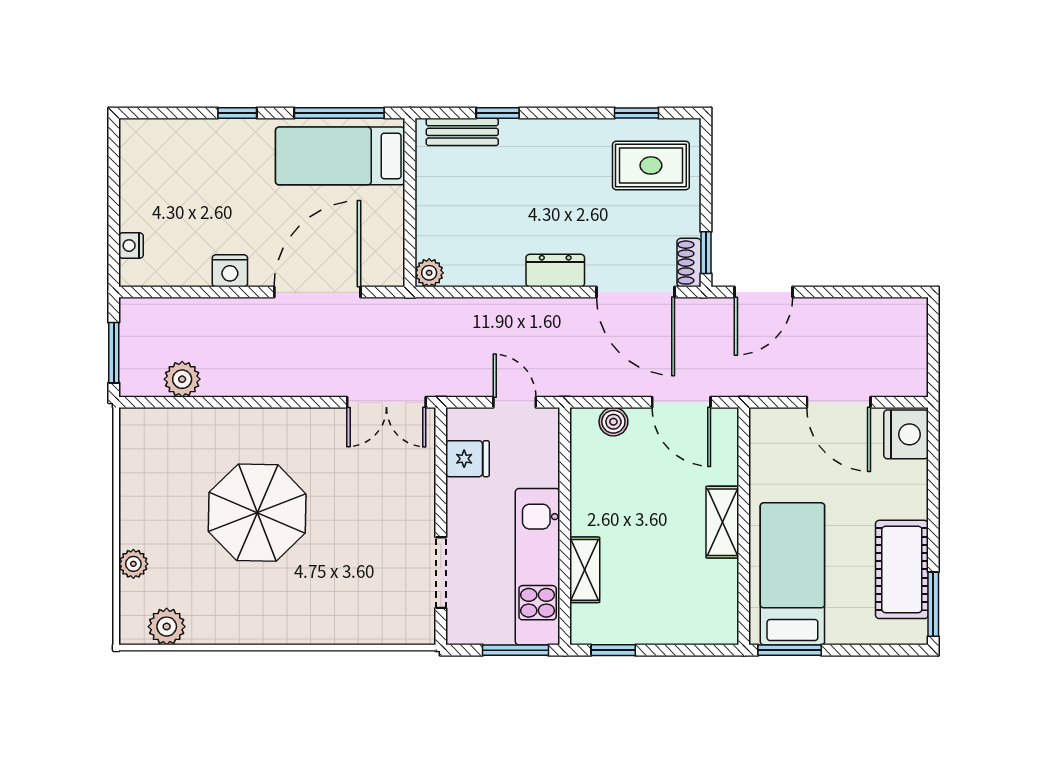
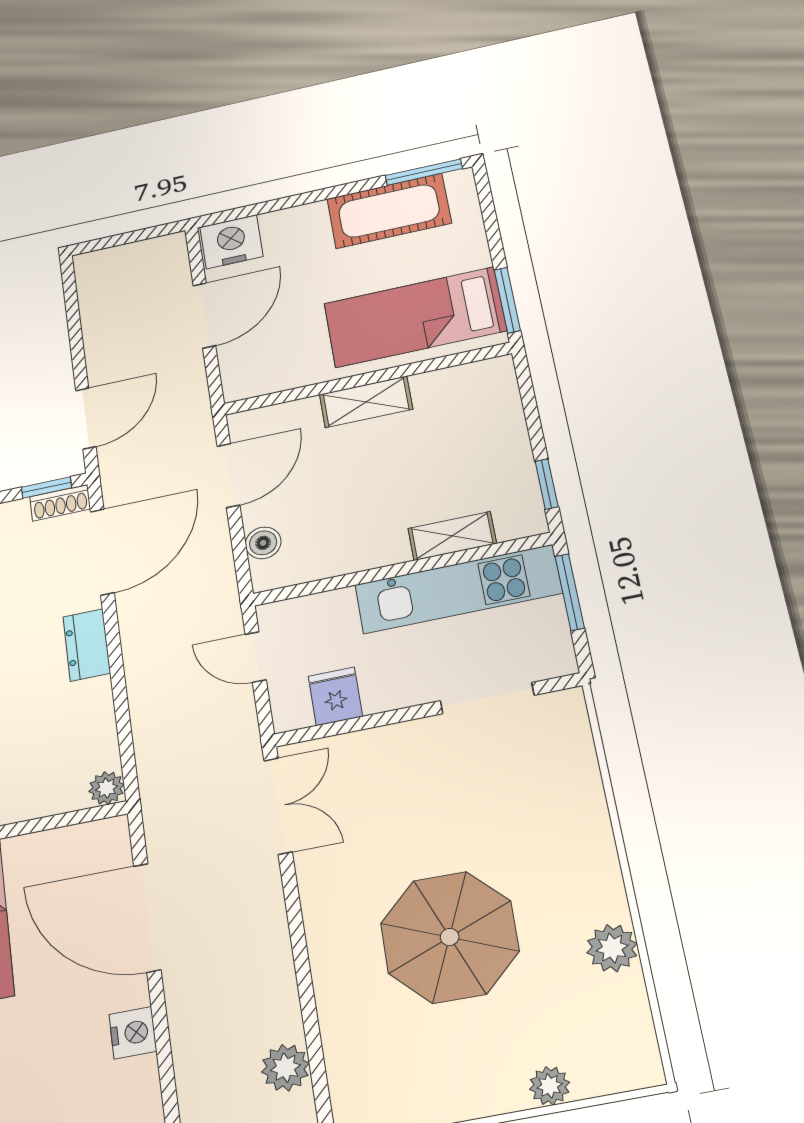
door: (763, 292) -> (86, 418), hinge flipped
door: (515, 402) -> (256, 657), hinge flipped
plant: (167, 627) -> (612, 948), moved

